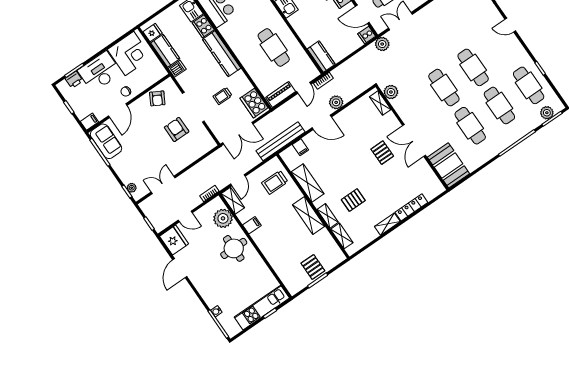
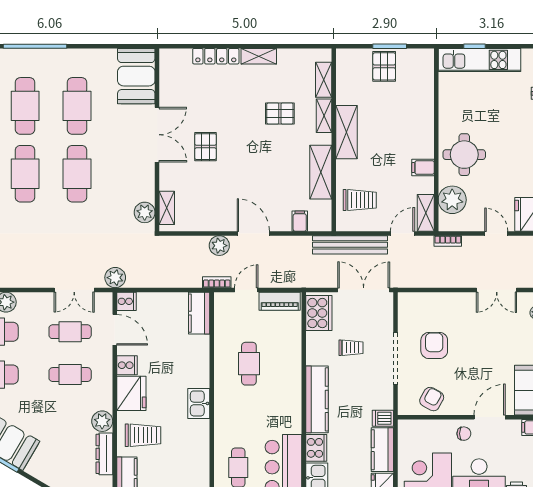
cafe table: (274, 47) -> (249, 364), width x0.73, depth x0.74
armchair: (177, 129) -> (434, 346), turned 180
bench: (281, 141) -> (350, 245), moved

